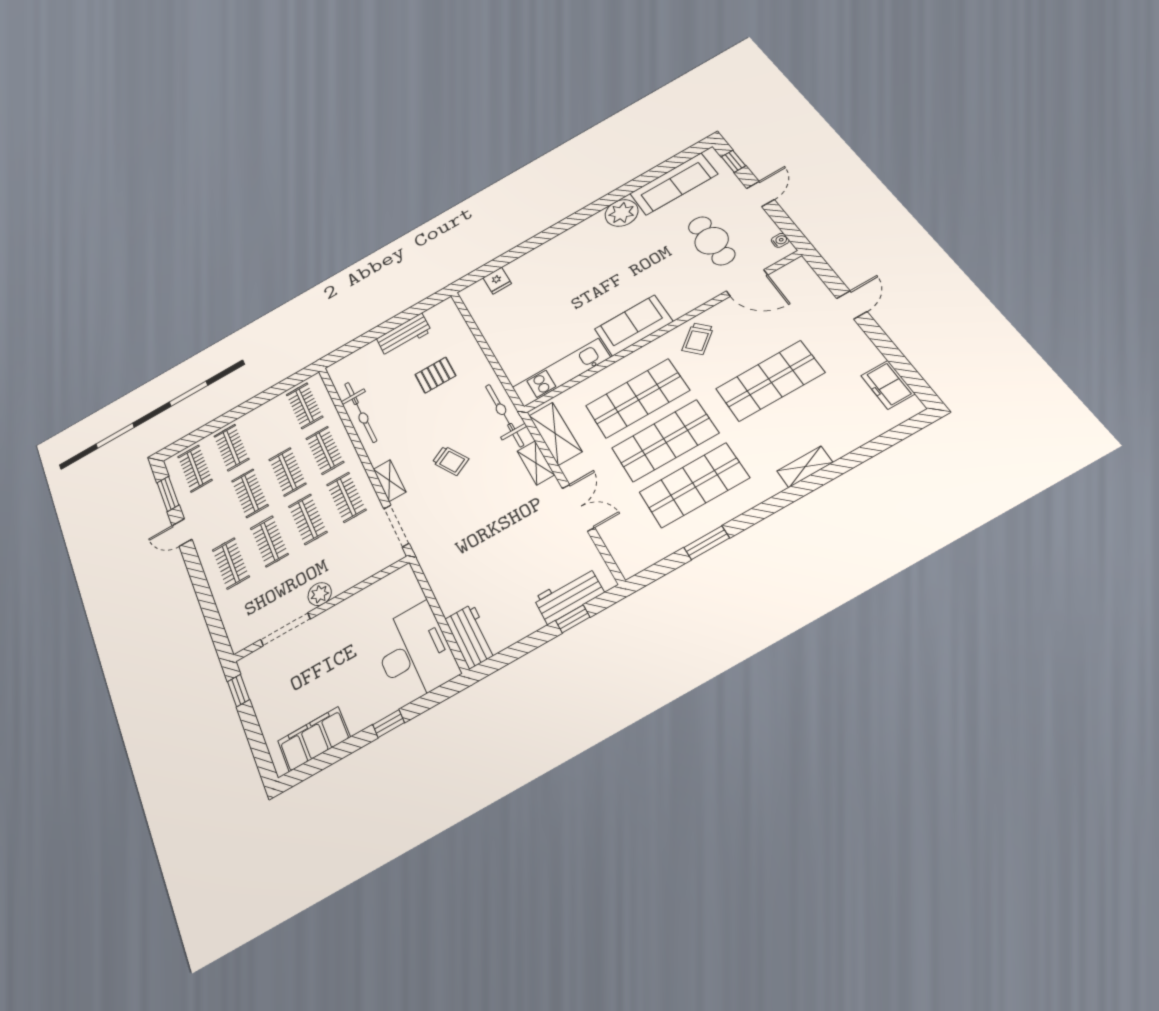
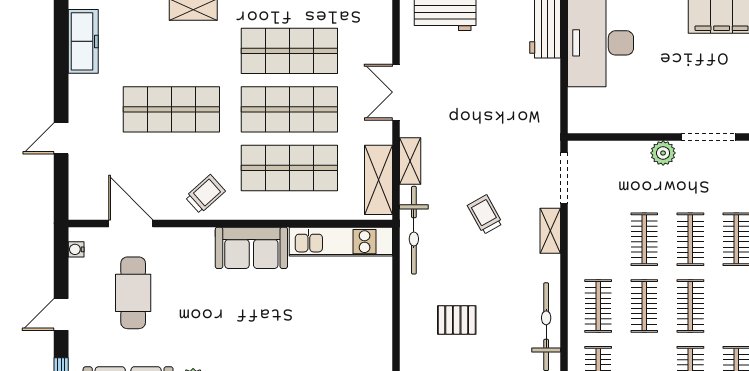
freezer: (888, 385) -> (83, 41), width x1.40
clothes rail: (346, 497) -> (598, 239), removed

